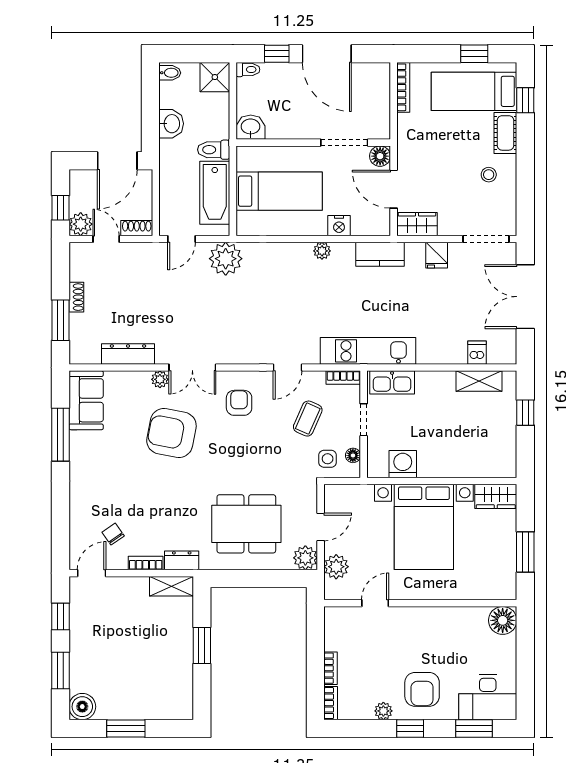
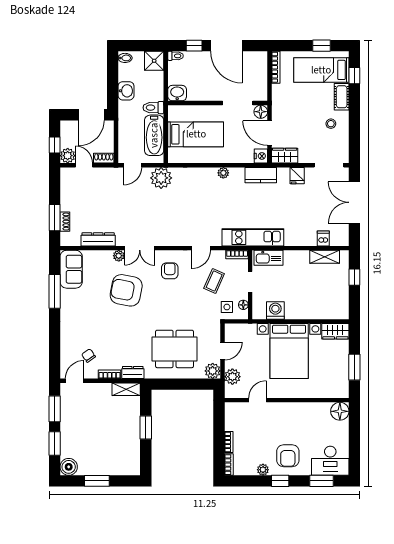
nightstand: (339, 226) -> (261, 156), moved, turned -90
shoe rack: (76, 297) -> (65, 222), moved
window: (60, 617) -> (55, 409), width x1.50

